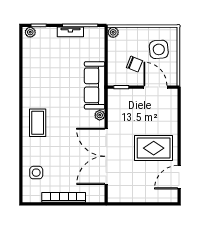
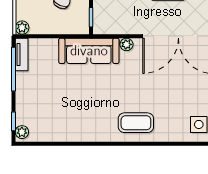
tv unit: (70, 32) -> (22, 55), moved

